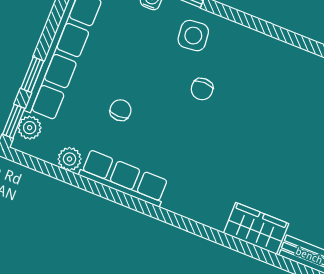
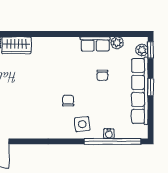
window: (32, 75) -> (151, 87), moved
row of seats: (124, 178) -> (95, 44), width x0.68

